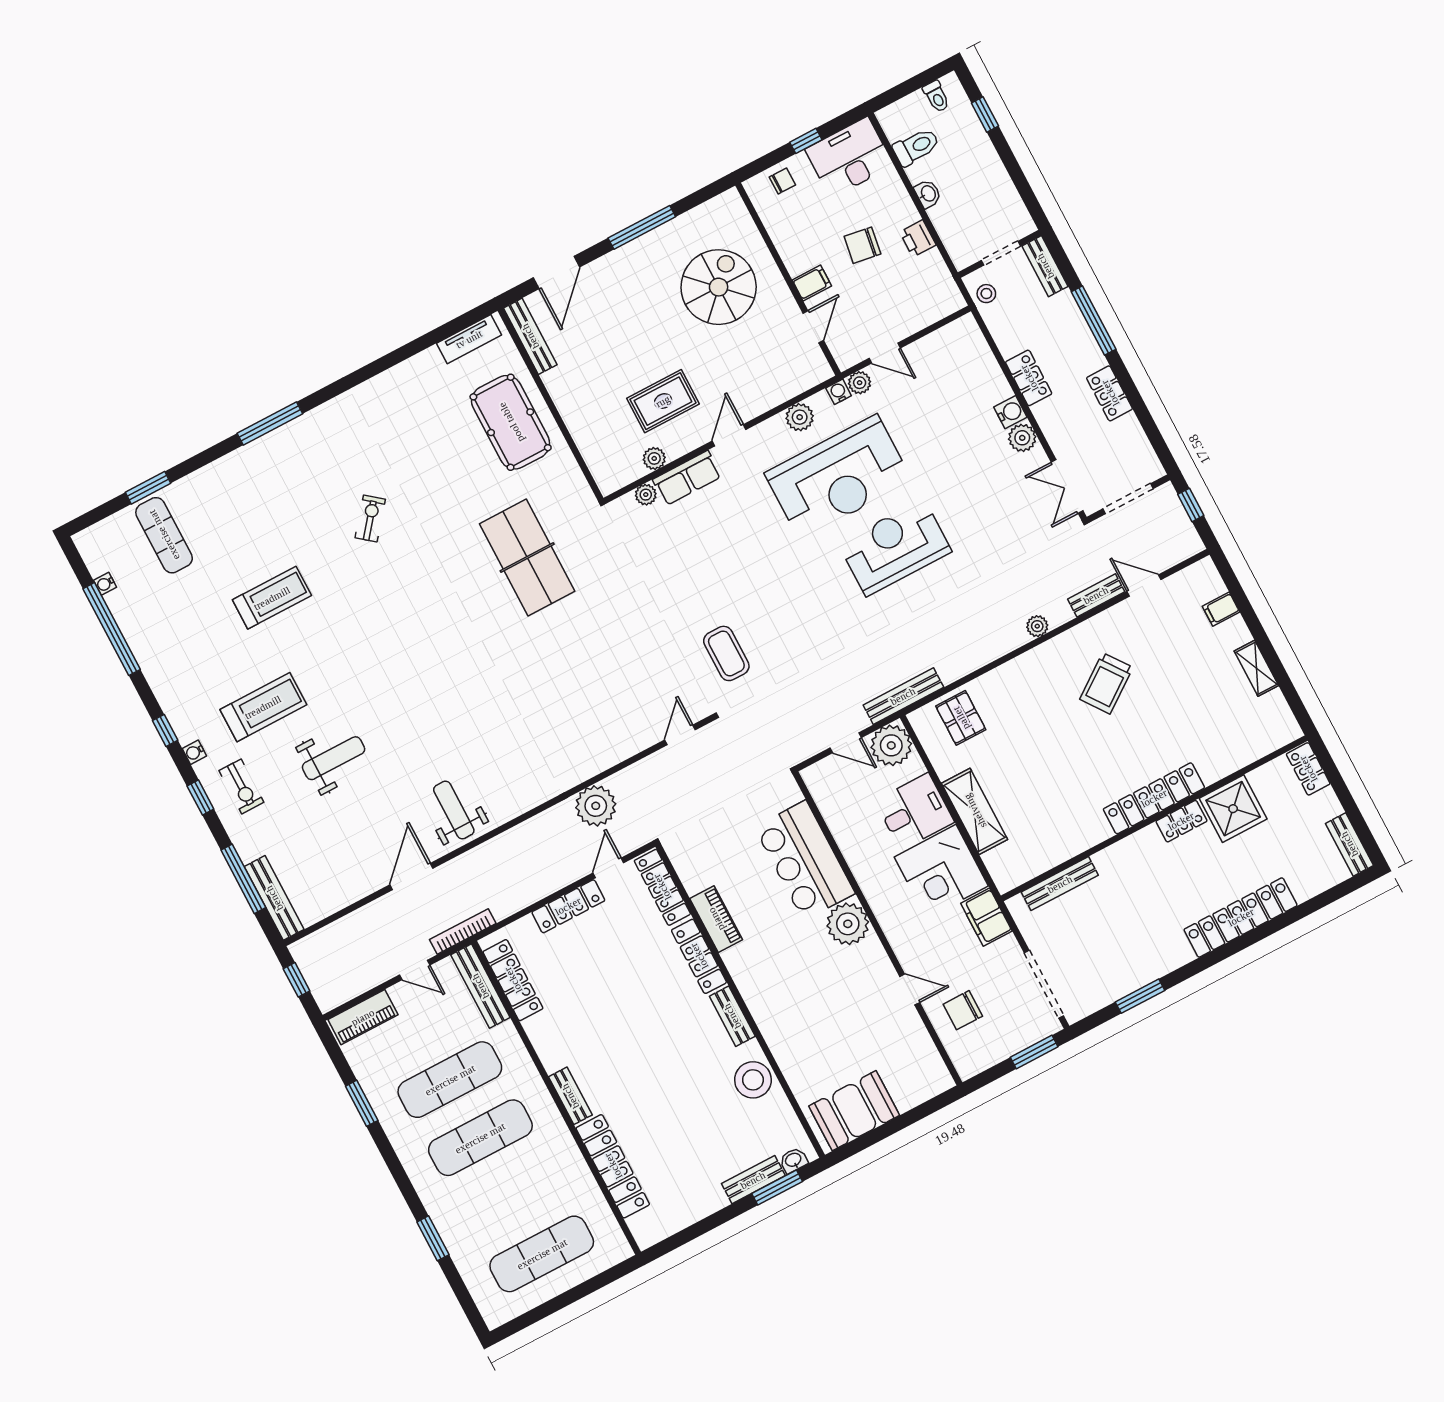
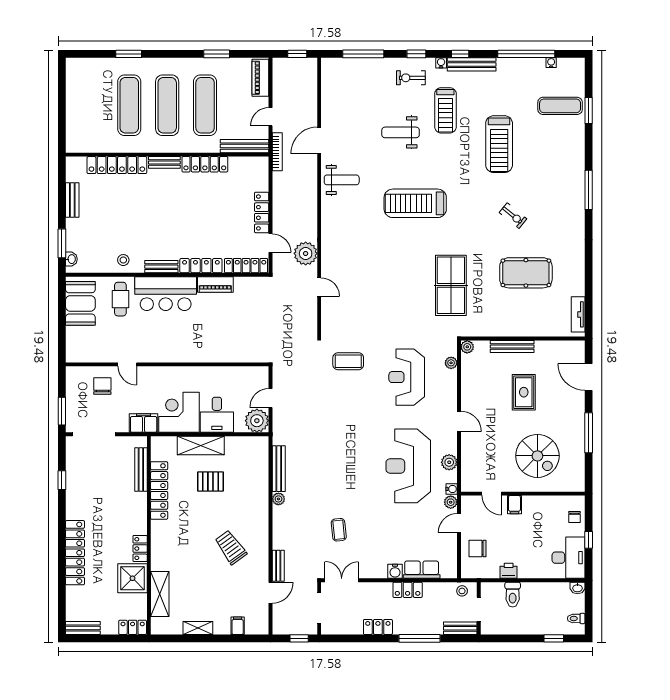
toilet: (916, 147) -> (513, 595), moved
washbasin: (928, 194) -> (577, 588), moved
chair: (862, 245) -> (477, 549), moved, turned -99
bench: (530, 336) -> (512, 346), moved
rug: (663, 401) -> (524, 392), moved
pool table: (511, 422) -> (526, 273), moved
plant: (1022, 438) -> (379, 570), removed
plant: (654, 458) -> (467, 347), moved
row of seats: (687, 478) -> (422, 570), moved, turned 90
coffee table: (992, 532) -> (339, 530), added
reception desk: (895, 547) -> (407, 377), moved, turned 180
table tennis table: (527, 557) -> (451, 285), turned 90
treadmill: (272, 598) -> (499, 144), width x1.37, depth x1.38
plant: (1037, 626) -> (278, 499), moved
treadmill: (430, 678) -> (415, 203), added
bench: (903, 696) -> (279, 469), moved
pallet: (961, 718) -> (210, 481), moved
door: (680, 735) -> (319, 287), moved
shelving: (1235, 754) -> (160, 594), added
weight bench: (334, 758) -> (401, 132), turned 90
locker: (1154, 798) -> (159, 490), moved
bar counter: (805, 860) -> (166, 294), moved, turned 180
door: (411, 877) -> (319, 140), swing flipped
bench: (274, 898) -> (472, 64), moved
plant: (848, 924) -> (177, 350), removed
locker: (513, 980) -> (205, 164), moved
door: (910, 989) -> (127, 364), hinge flipped
window: (1140, 996) -> (62, 480), width x0.67
cafe table: (815, 1053) -> (120, 299), added
stool: (753, 1080) -> (123, 260), width x0.53, depth x0.53
bench: (753, 1180) -> (72, 200), moved
exercise mat: (542, 1254) -> (129, 105), moved

